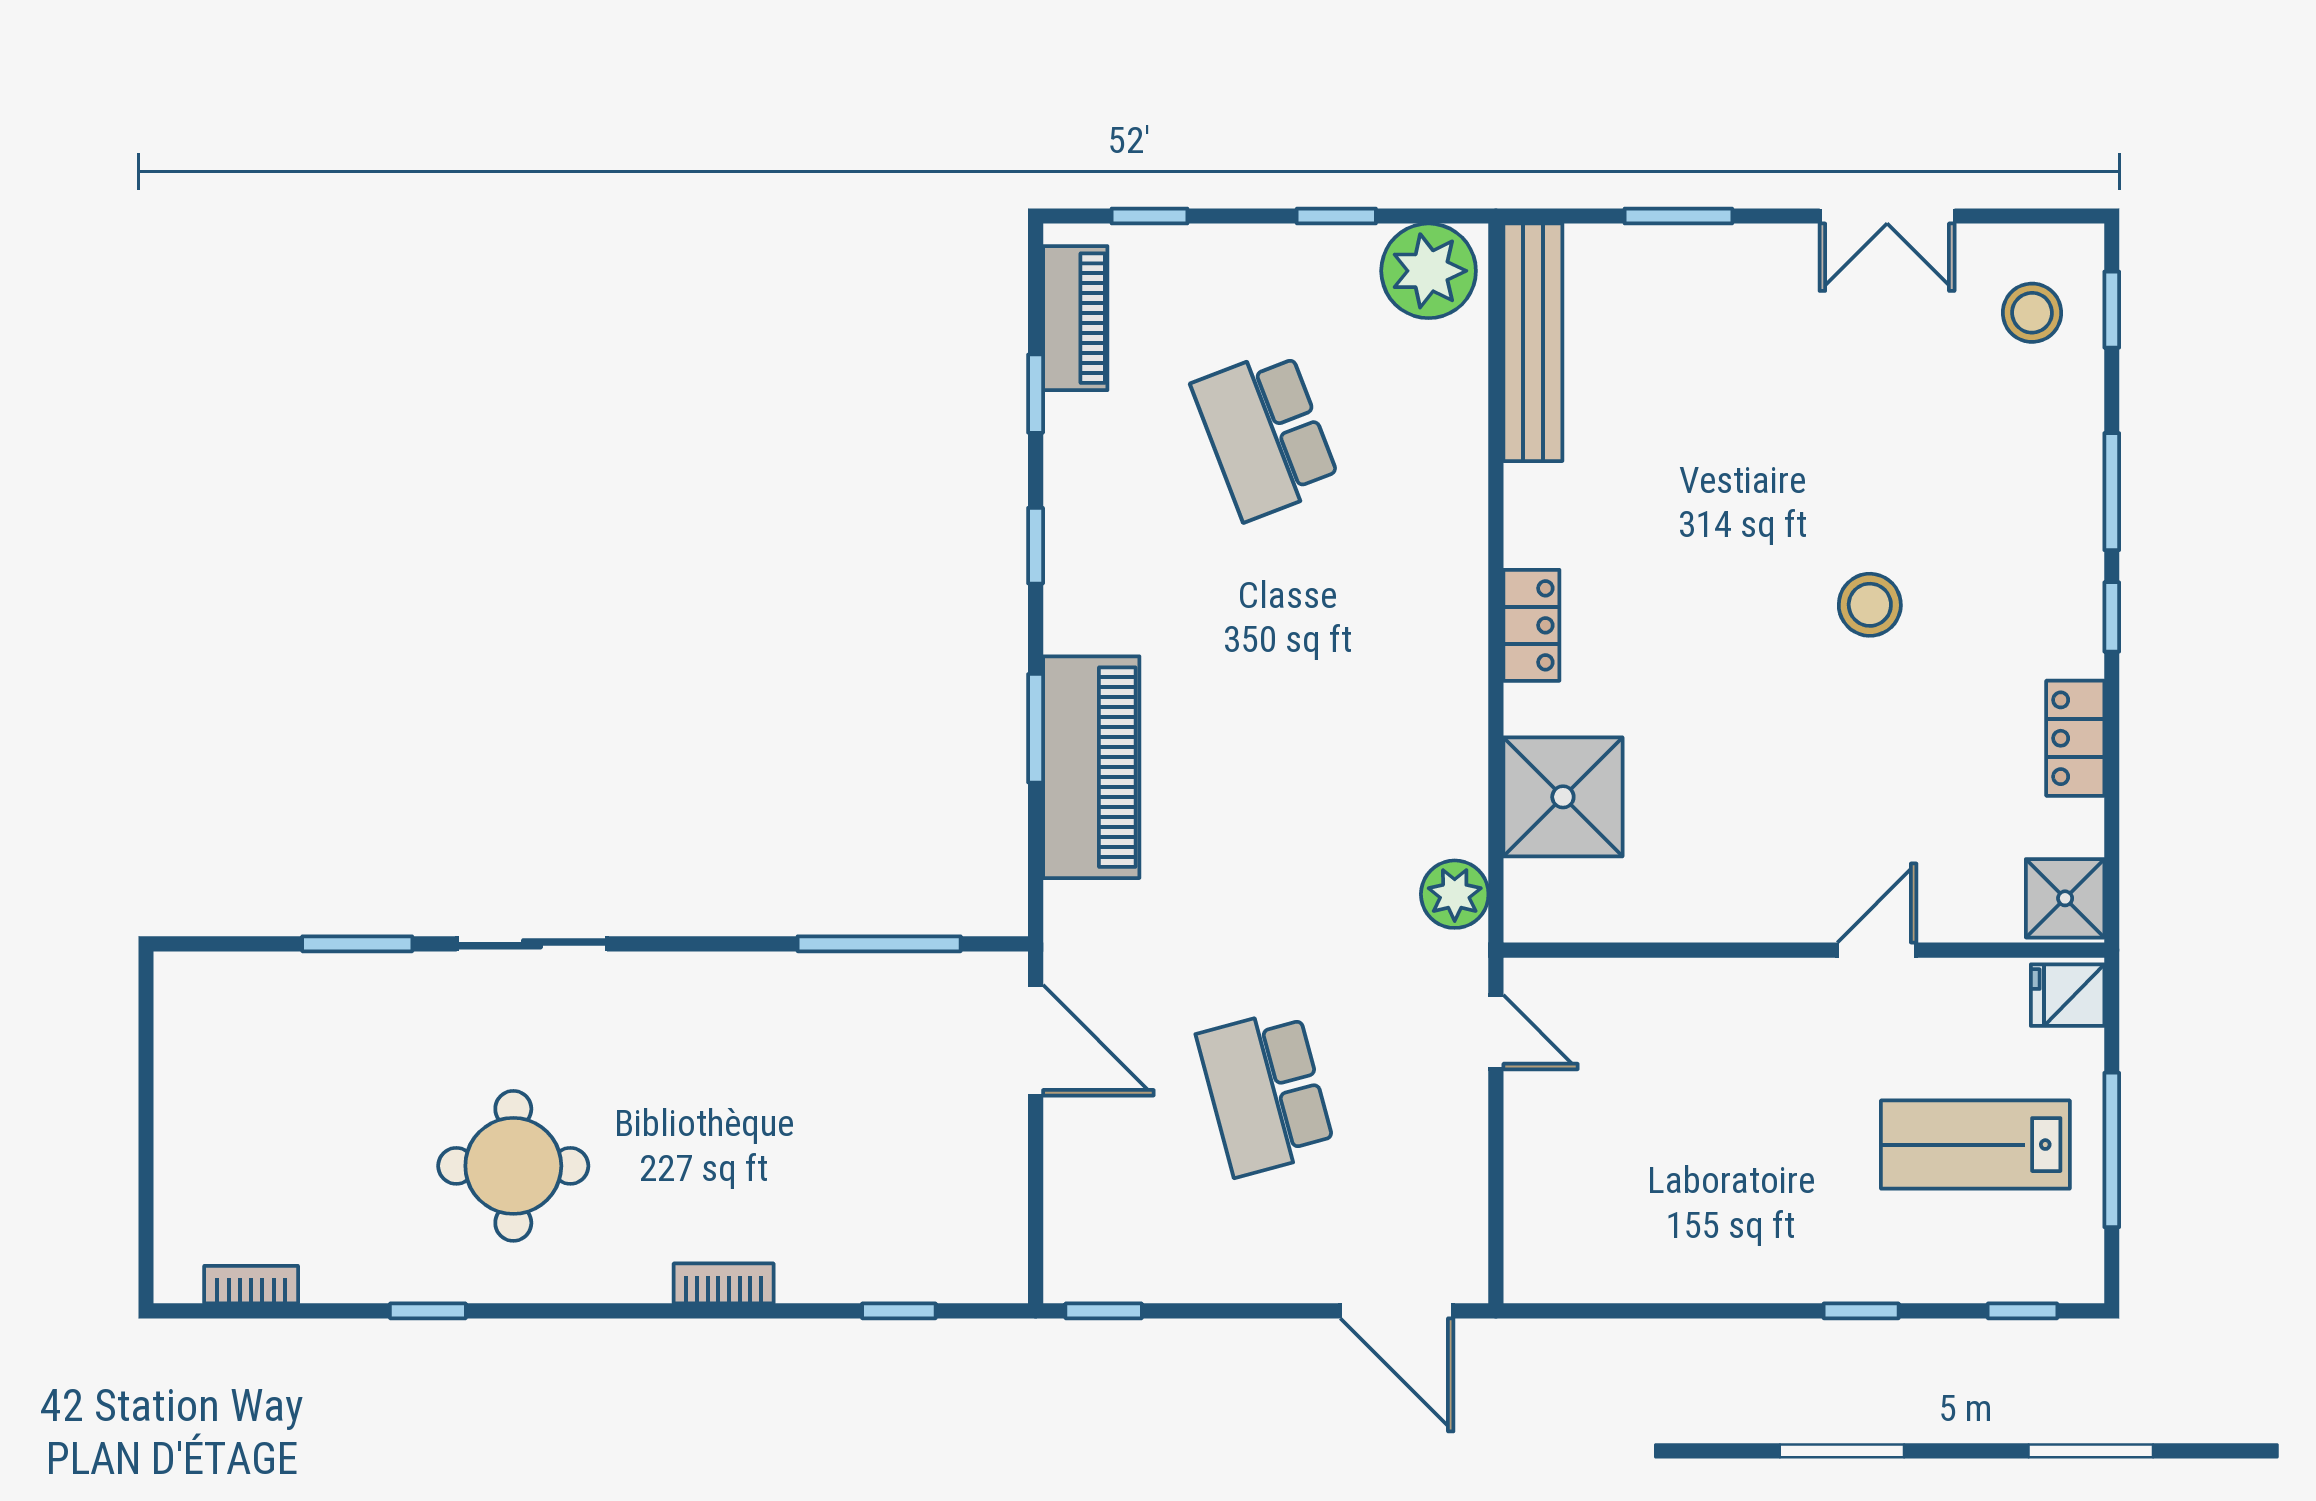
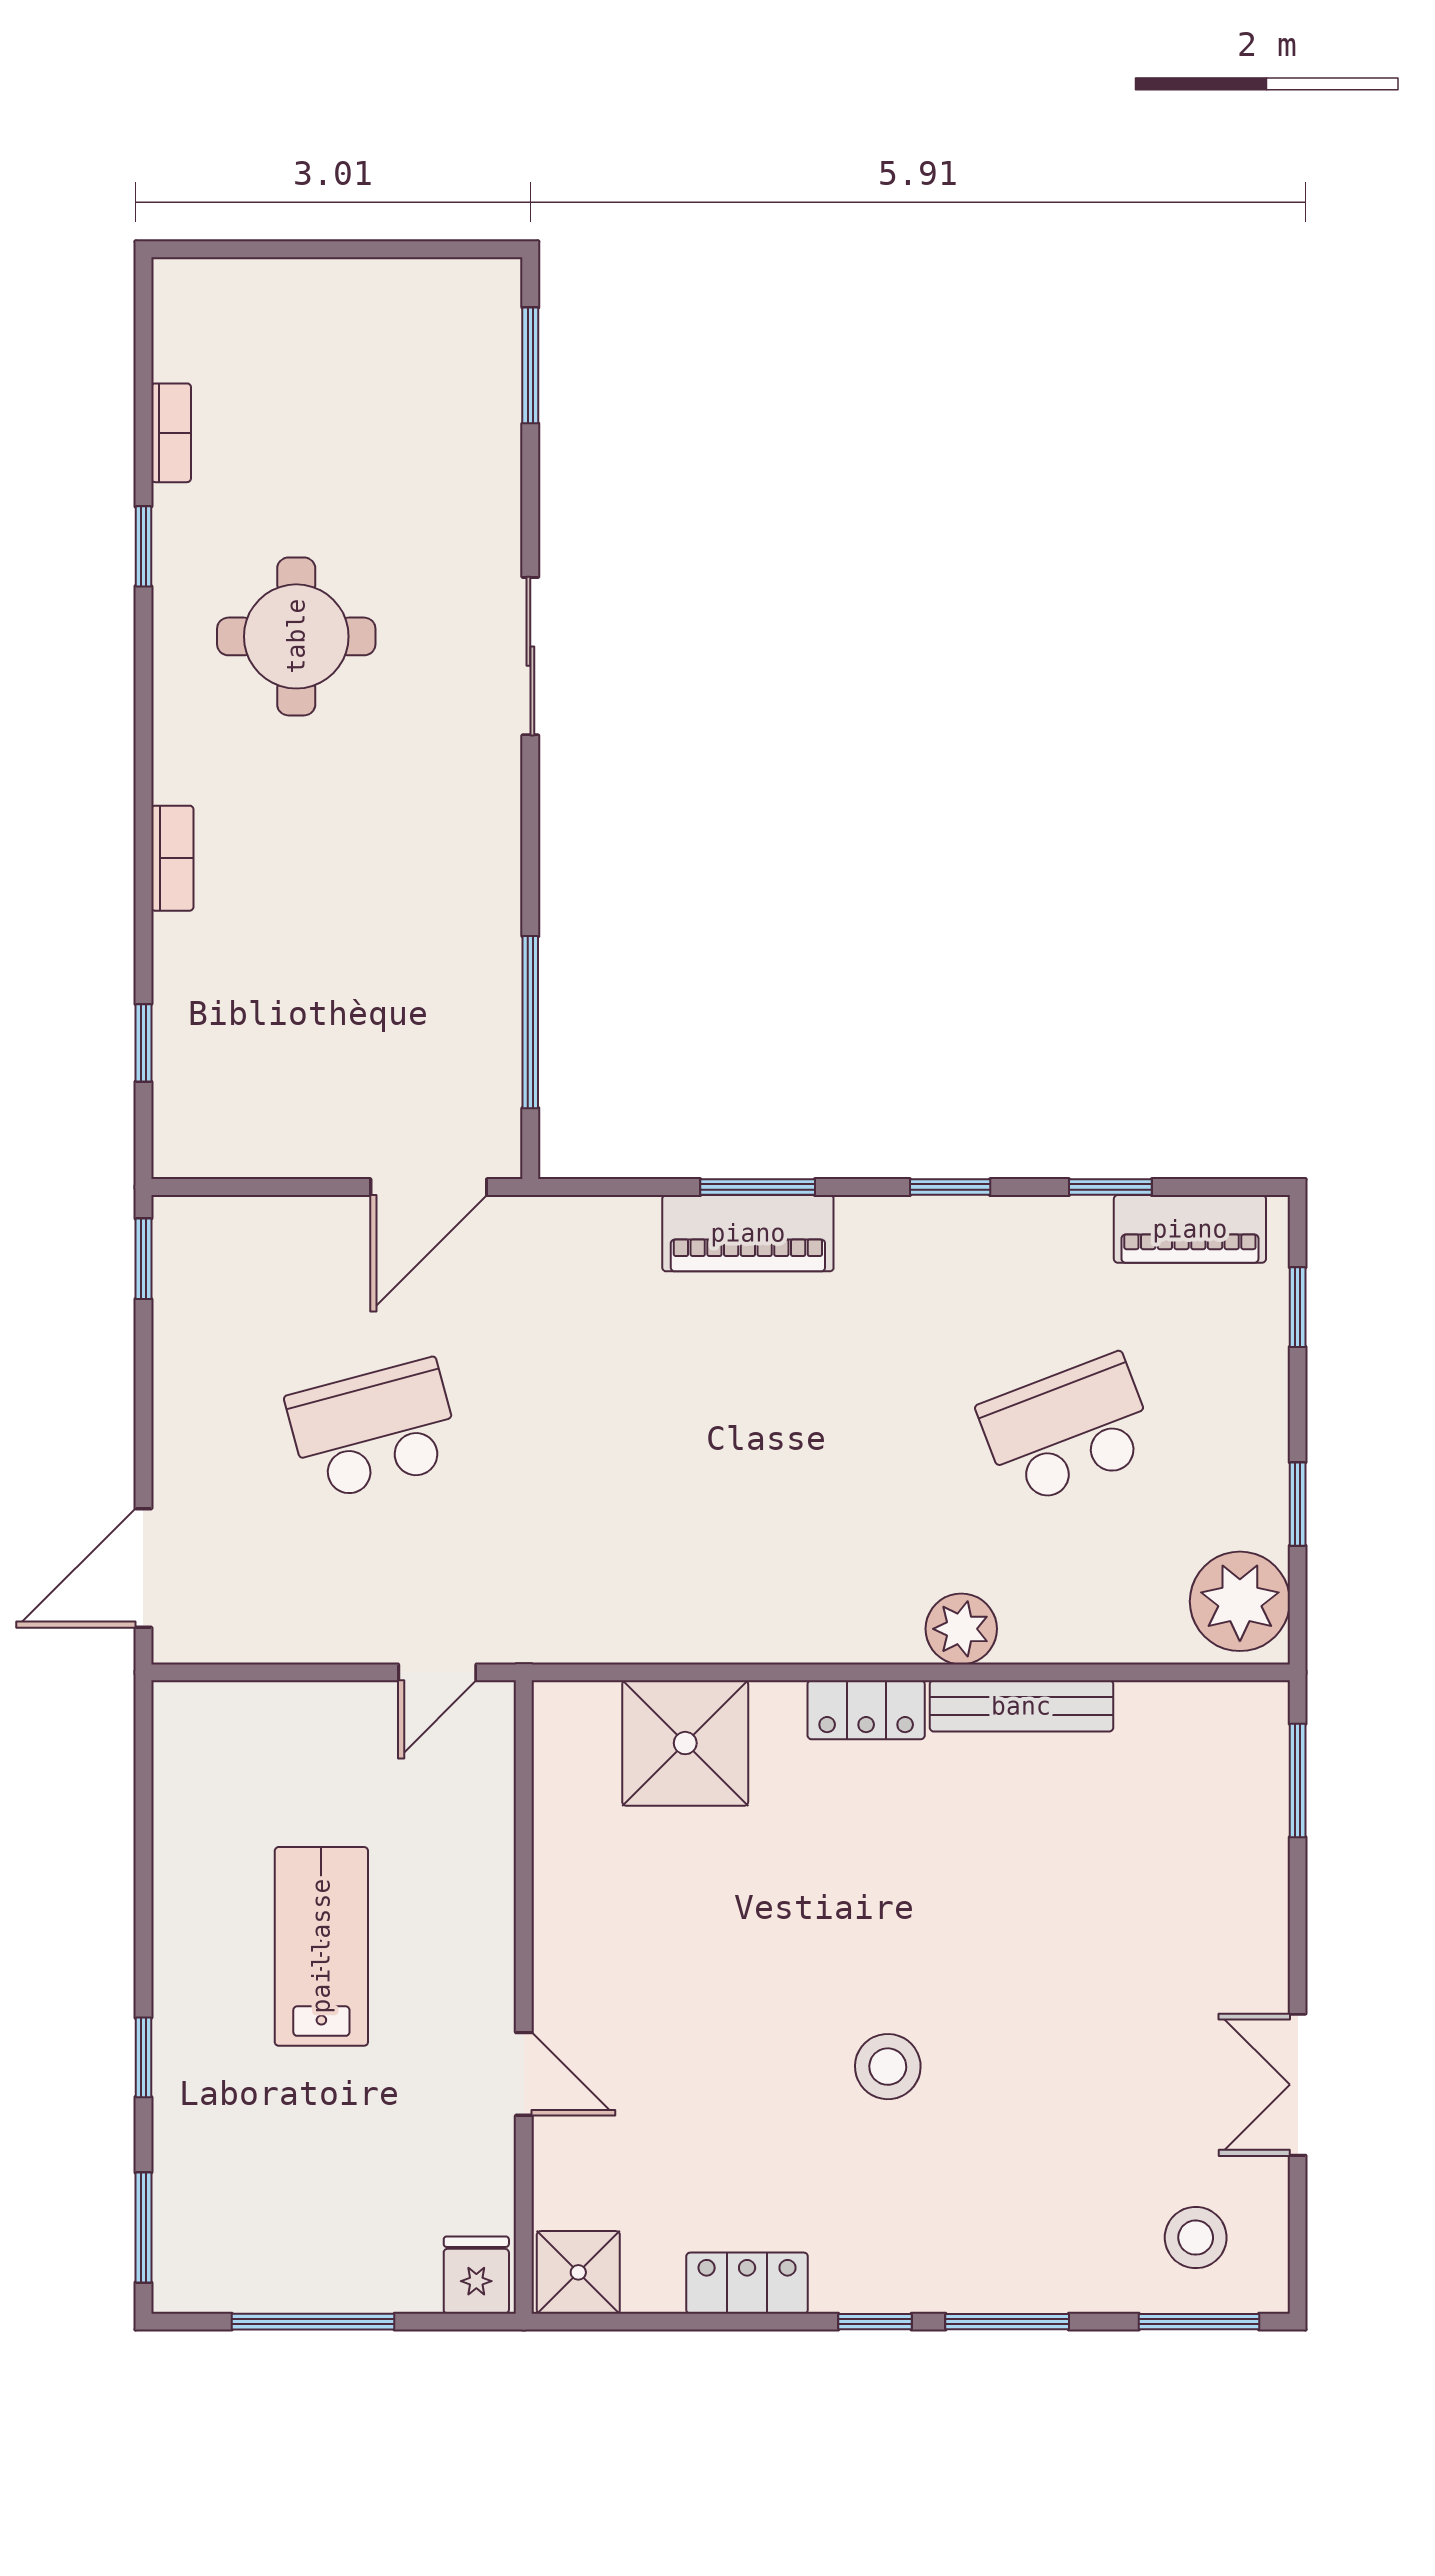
window: (1678, 216) -> (1298, 1780), moved
window: (2112, 310) -> (1199, 2322), width x1.50
bench: (1533, 342) -> (1021, 1706), moved, width x0.73, depth x0.82
piano: (1091, 767) -> (748, 1233), width x0.73, depth x0.75
plant: (1455, 894) -> (961, 1629), moved
window: (357, 944) -> (530, 365), moved
lab bench: (1975, 1145) -> (321, 1946), moved
bookcase: (251, 1285) -> (171, 433), moved
window: (2022, 1311) -> (143, 2228), width x1.50

